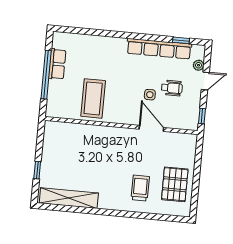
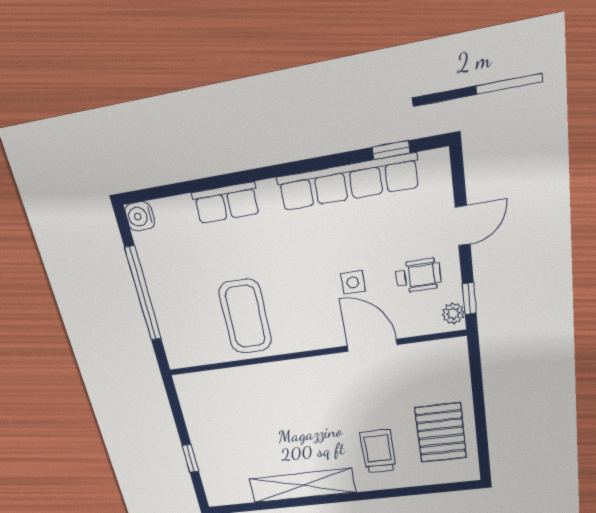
water cooler: (59, 38) -> (140, 216), added
row of seats: (57, 64) -> (226, 203), moved, turned 90
plant: (199, 65) -> (453, 313), moved
wheelchair: (172, 88) -> (418, 276), moved
shelving: (69, 198) -> (302, 486), moved

